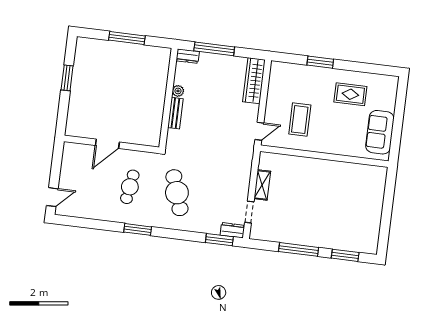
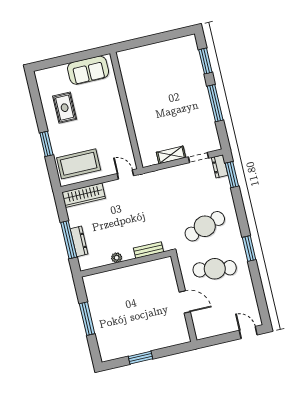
dresser: (188, 56) -> (79, 241), moved, width x1.44
bench: (175, 113) -> (148, 250), moved
coffee table: (300, 120) -> (79, 164), moved, width x1.36, depth x1.32
cafe table: (130, 187) -> (215, 269), width x1.37, depth x1.35

